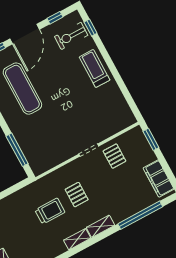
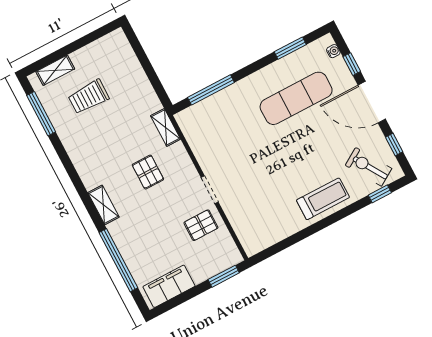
exercise bike: (71, 36) -> (368, 167), turned -32
pallet: (77, 195) -> (148, 172), turned 90
trolley: (50, 211) -> (88, 97), moved, turned 90
shelving: (77, 239) -> (166, 127), moved

